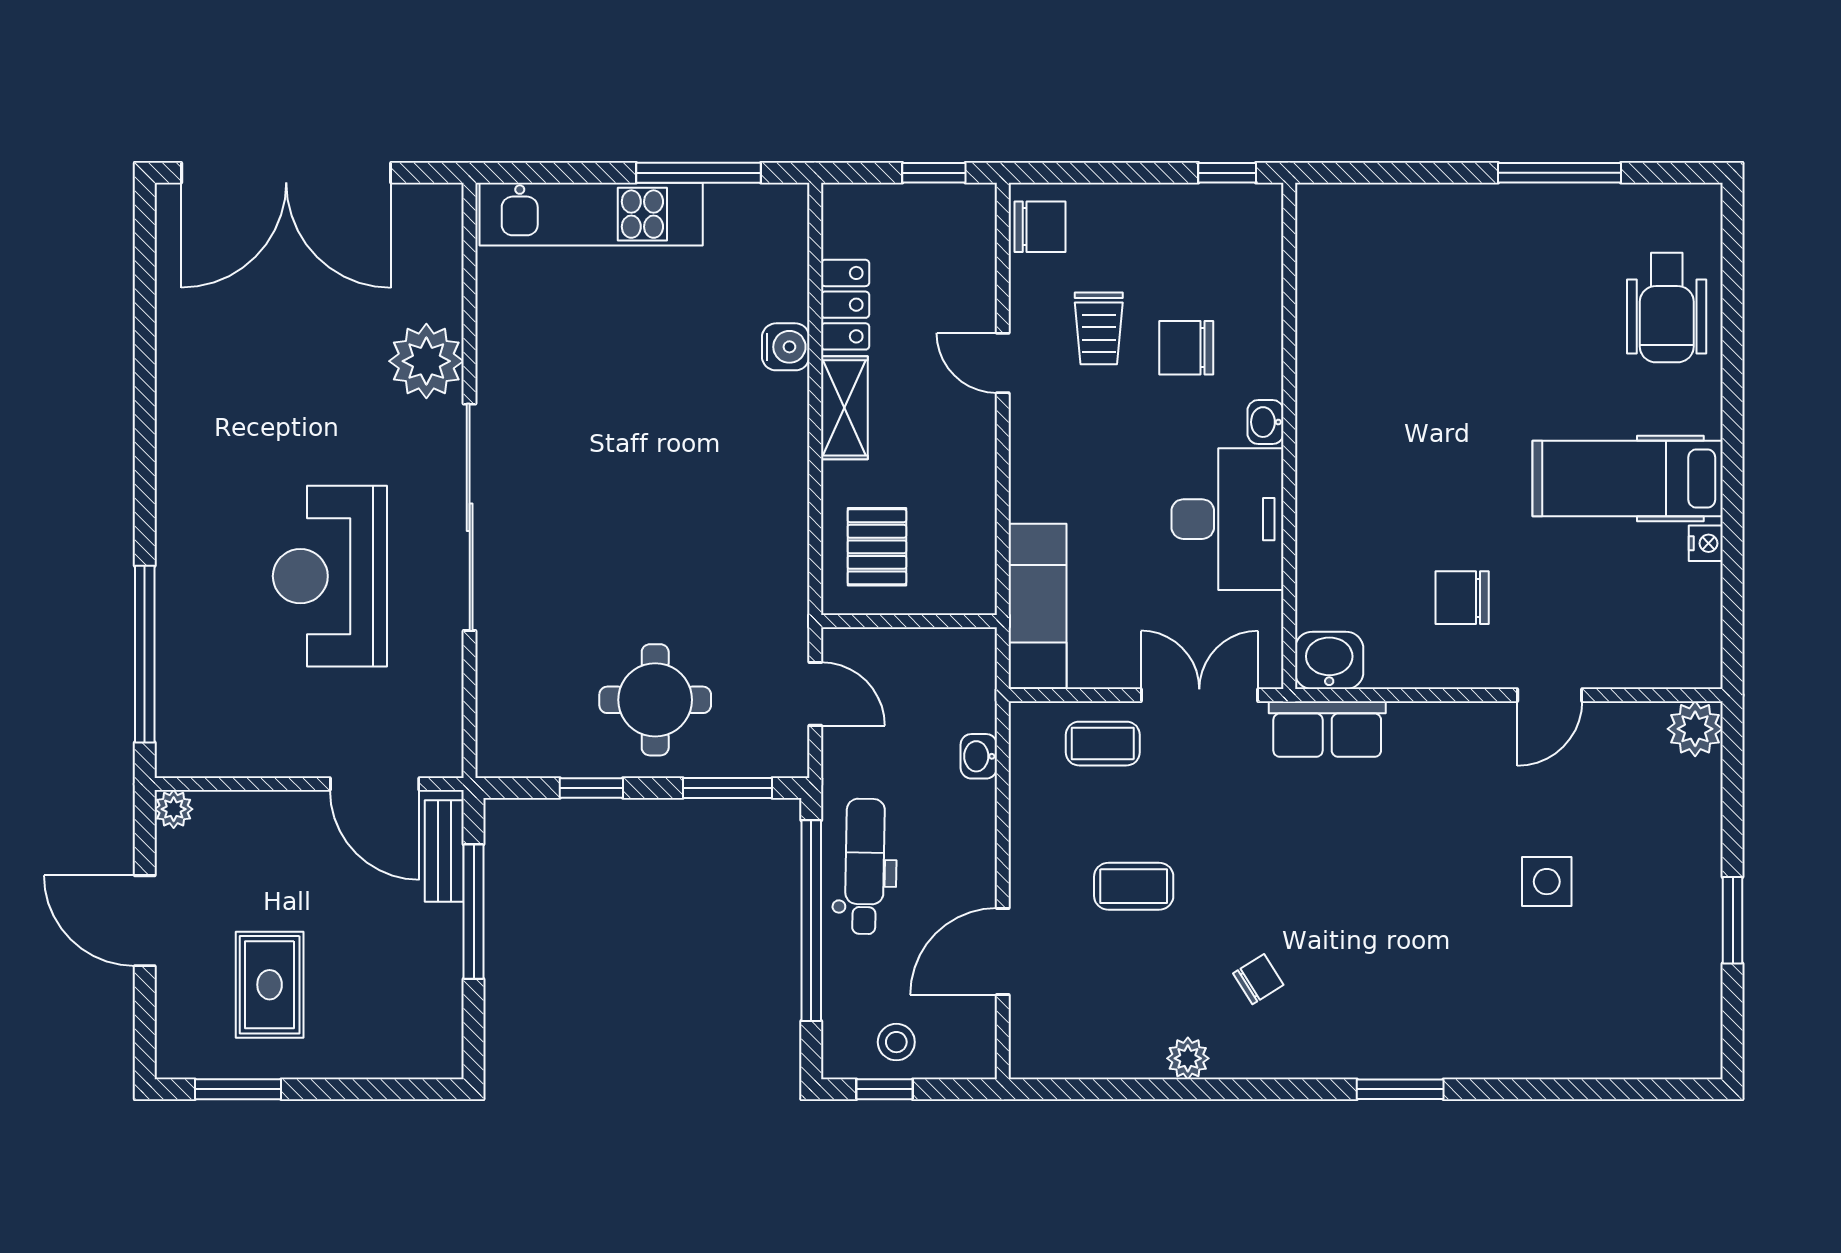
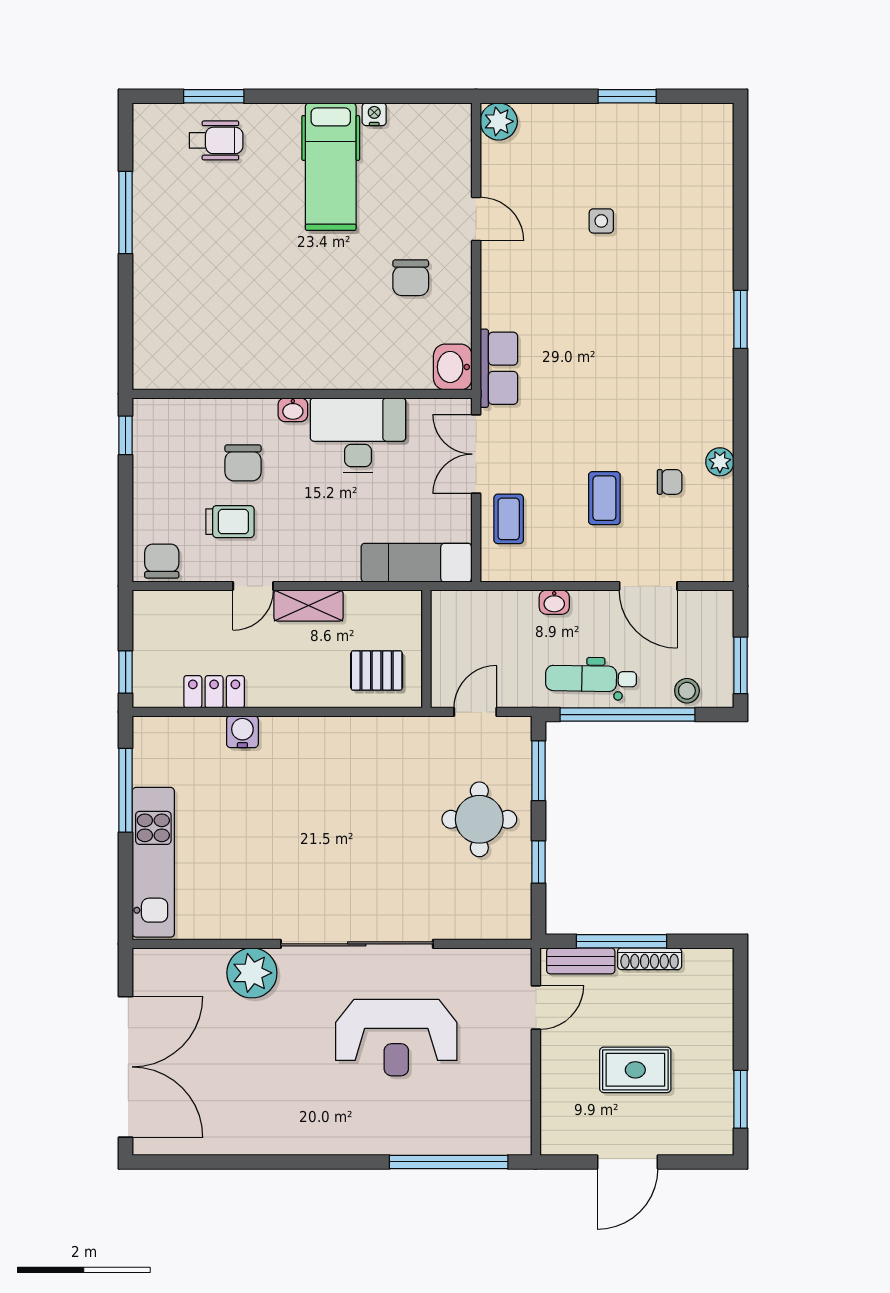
window: (934, 173) -> (126, 672), moved
window: (1733, 304) -> (214, 96), added
wheelchair: (1667, 308) -> (216, 140), width x0.73, depth x0.73
shelving: (844, 408) -> (308, 606), moved
washbasin: (979, 756) -> (554, 602), moved
door: (375, 784) -> (536, 1008), width x0.73
plant: (174, 809) -> (553, 1142), removed
side table: (1547, 882) -> (601, 221), width x0.73, depth x0.73
shoe rack: (447, 954) -> (650, 959), added
chair: (1258, 979) -> (670, 482), moved, turned 122
rug: (270, 985) -> (635, 1070), moved
stool: (896, 1042) -> (687, 691), moved
window: (884, 1089) -> (741, 665), width x1.50

